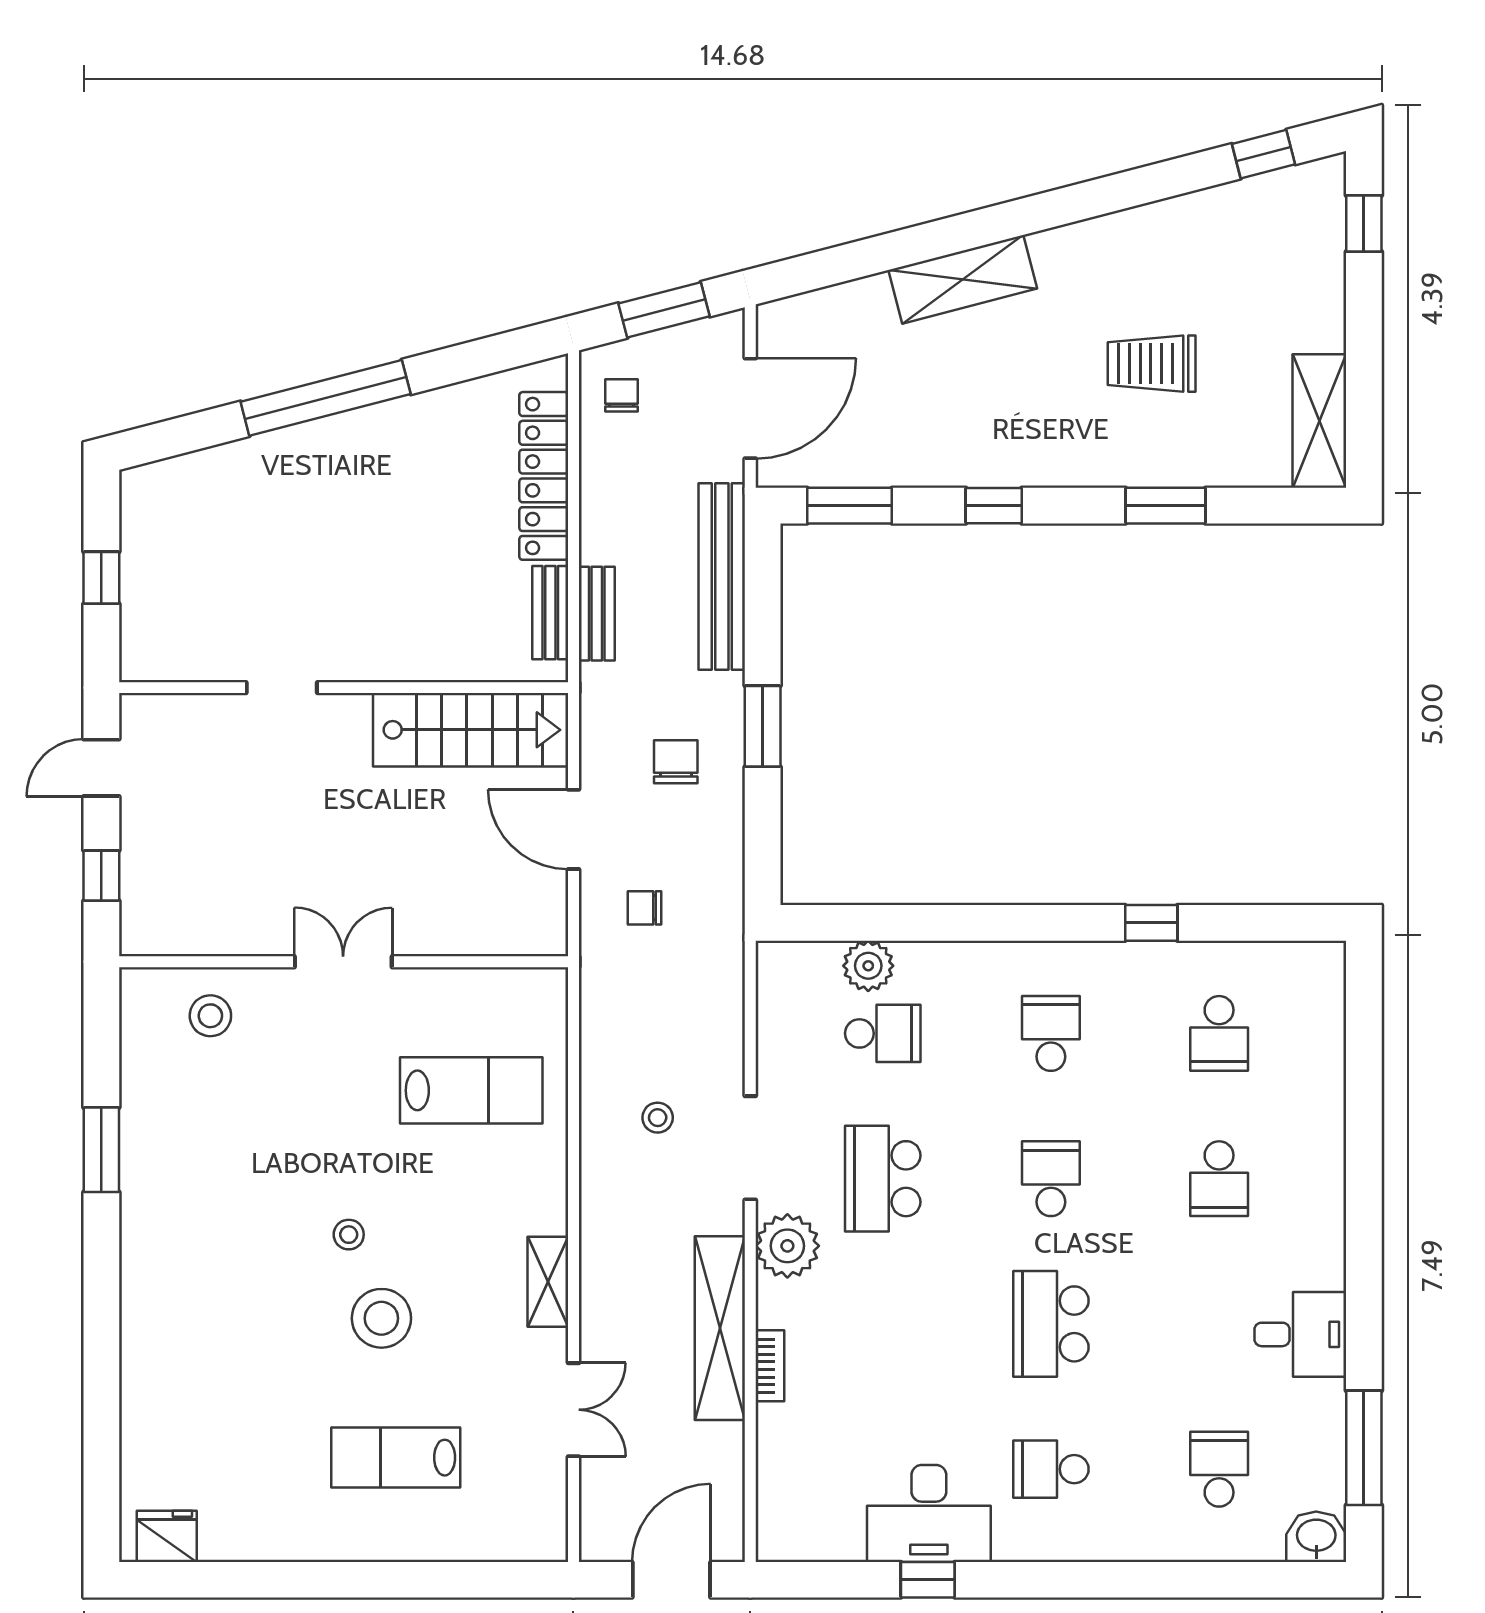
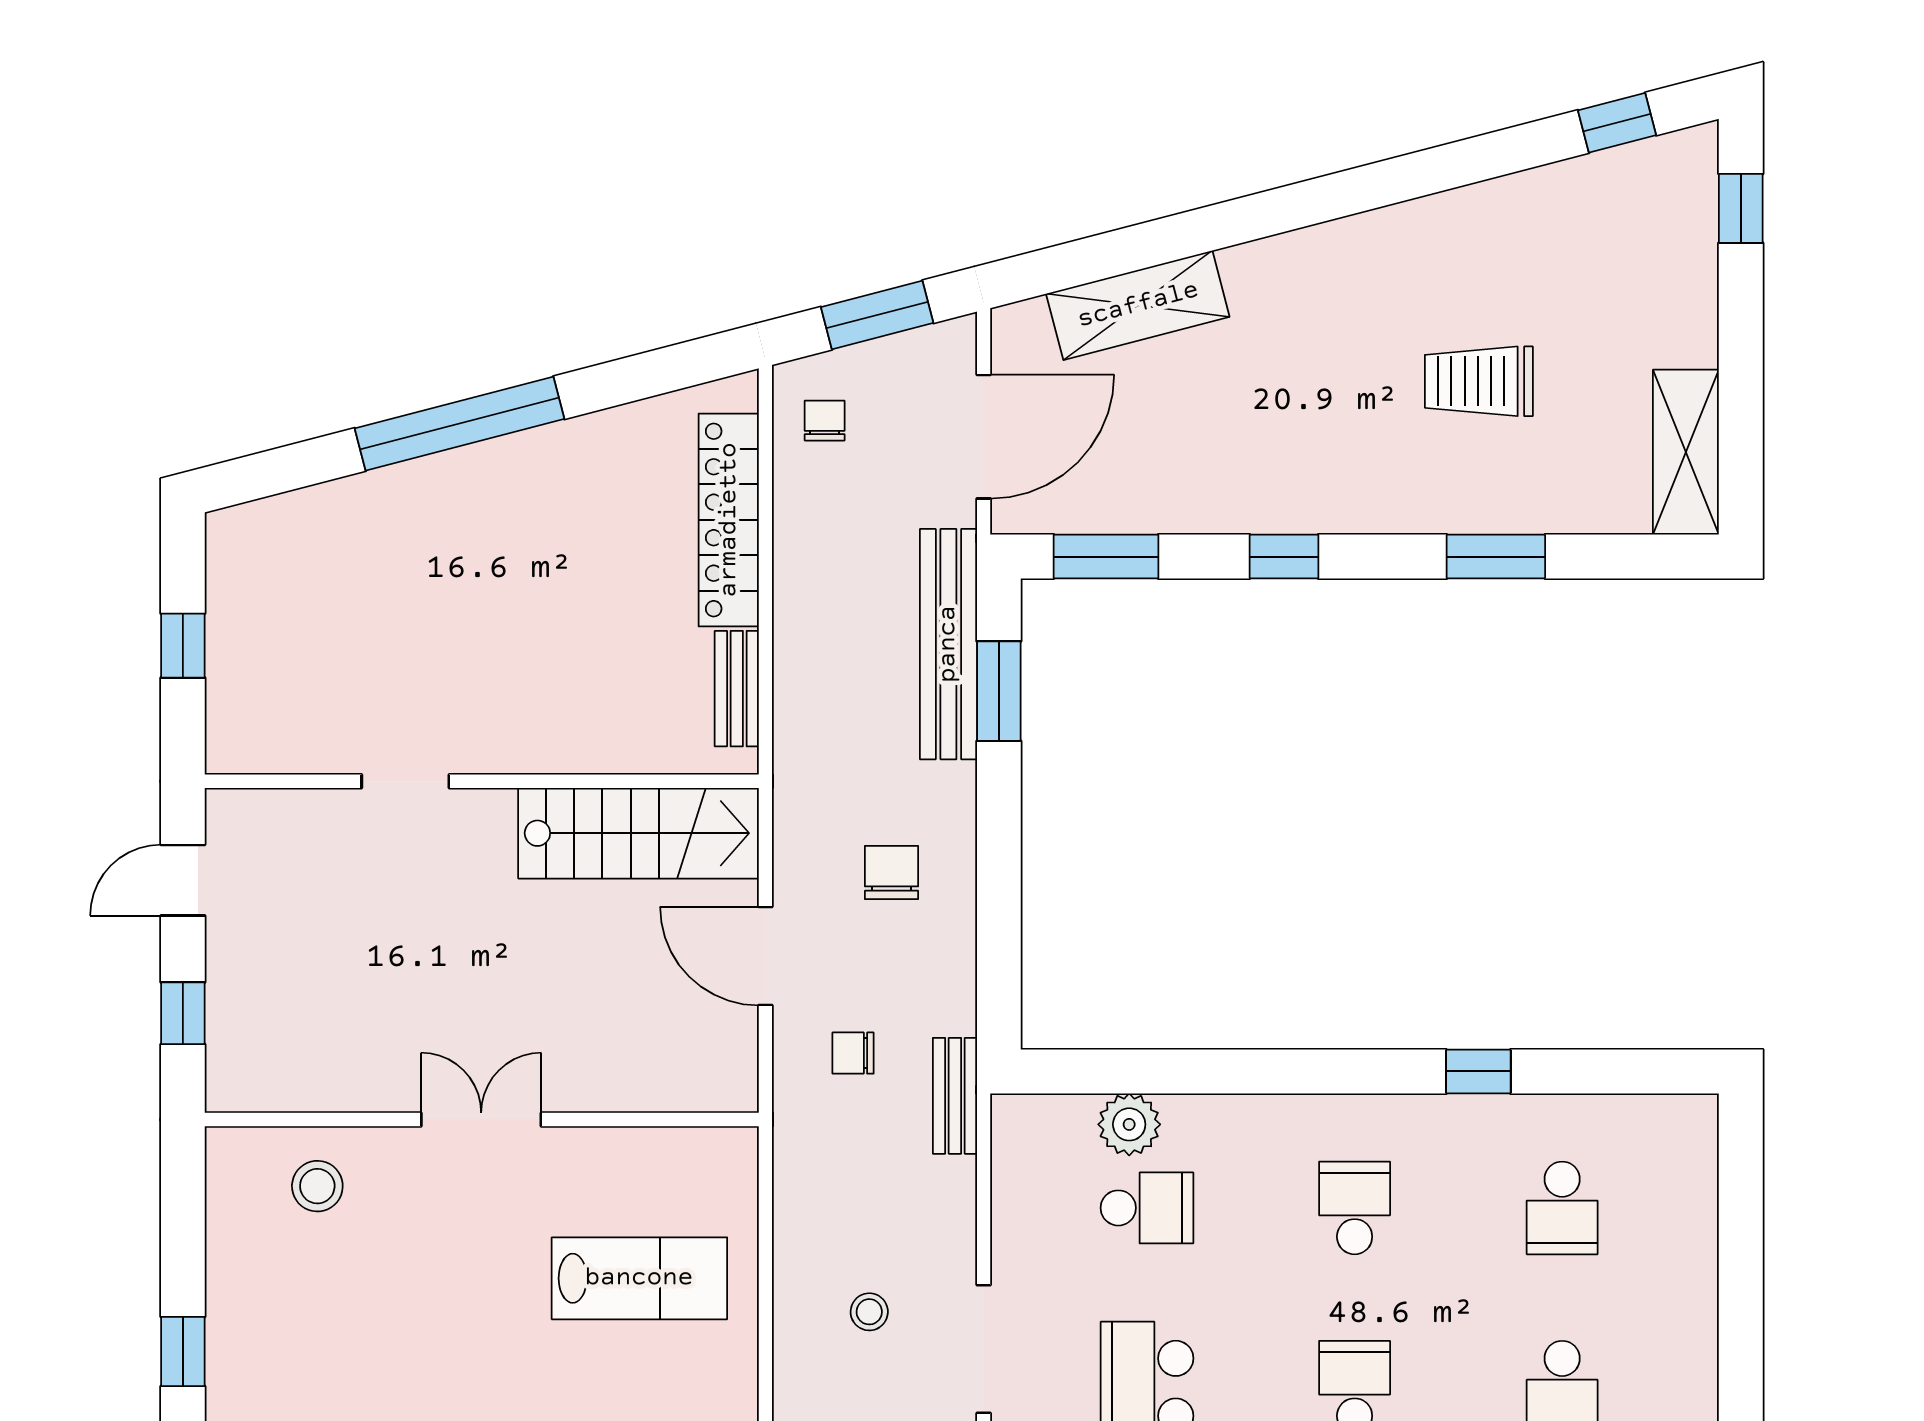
shelving: (963, 279) -> (1138, 305), moved
bench: (597, 614) -> (955, 1096), moved
window: (763, 726) -> (999, 691), moved
window: (101, 1150) -> (183, 1351), width x0.67

